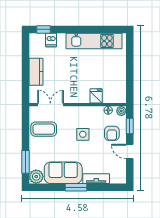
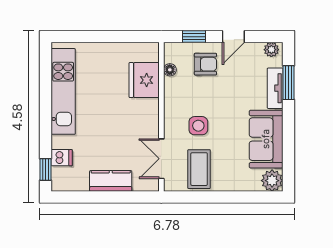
fridge: (96, 96) -> (144, 80), width x1.88, depth x1.34
plant: (121, 111) -> (271, 50), moved
side table: (83, 134) -> (198, 126), moved
window: (25, 162) -> (249, 197), removed
window: (76, 187) -> (289, 83), moved

